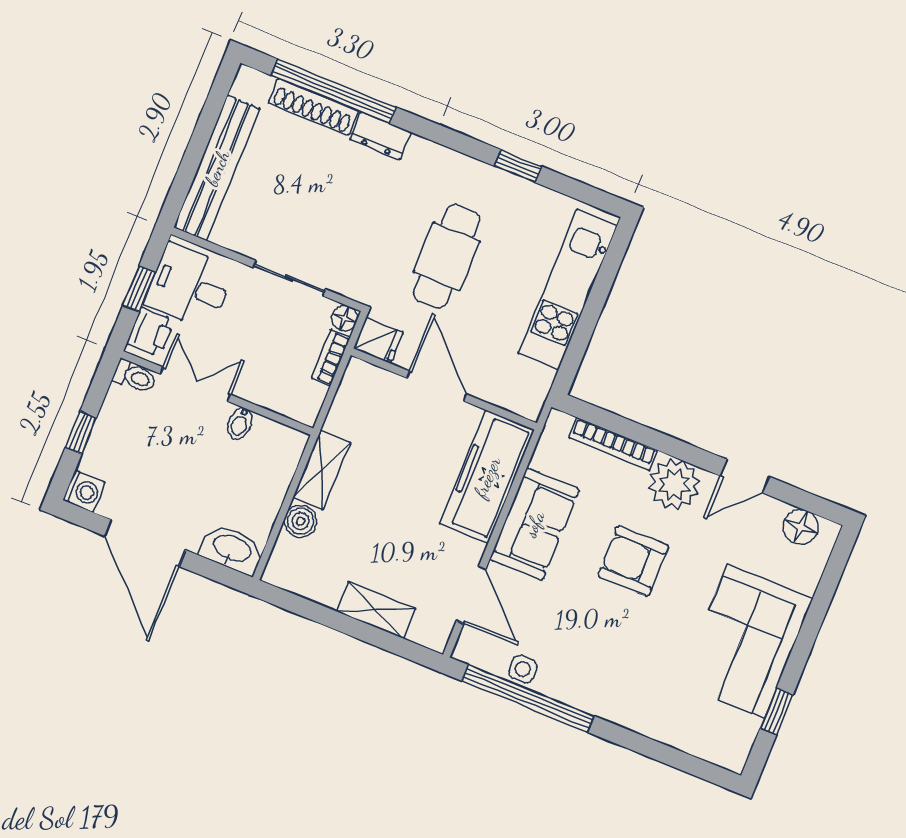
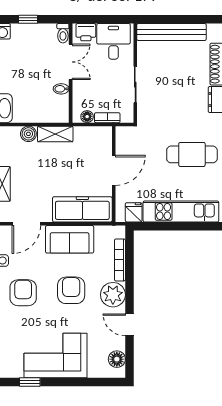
cafe table: (447, 256) -> (192, 154), moved
window: (139, 289) -> (103, 19), removed
floor lamp: (344, 318) -> (87, 117), moved
fridge: (378, 340) -> (134, 212), moved, turned 180
armchair: (601, 655) -> (23, 293), added

